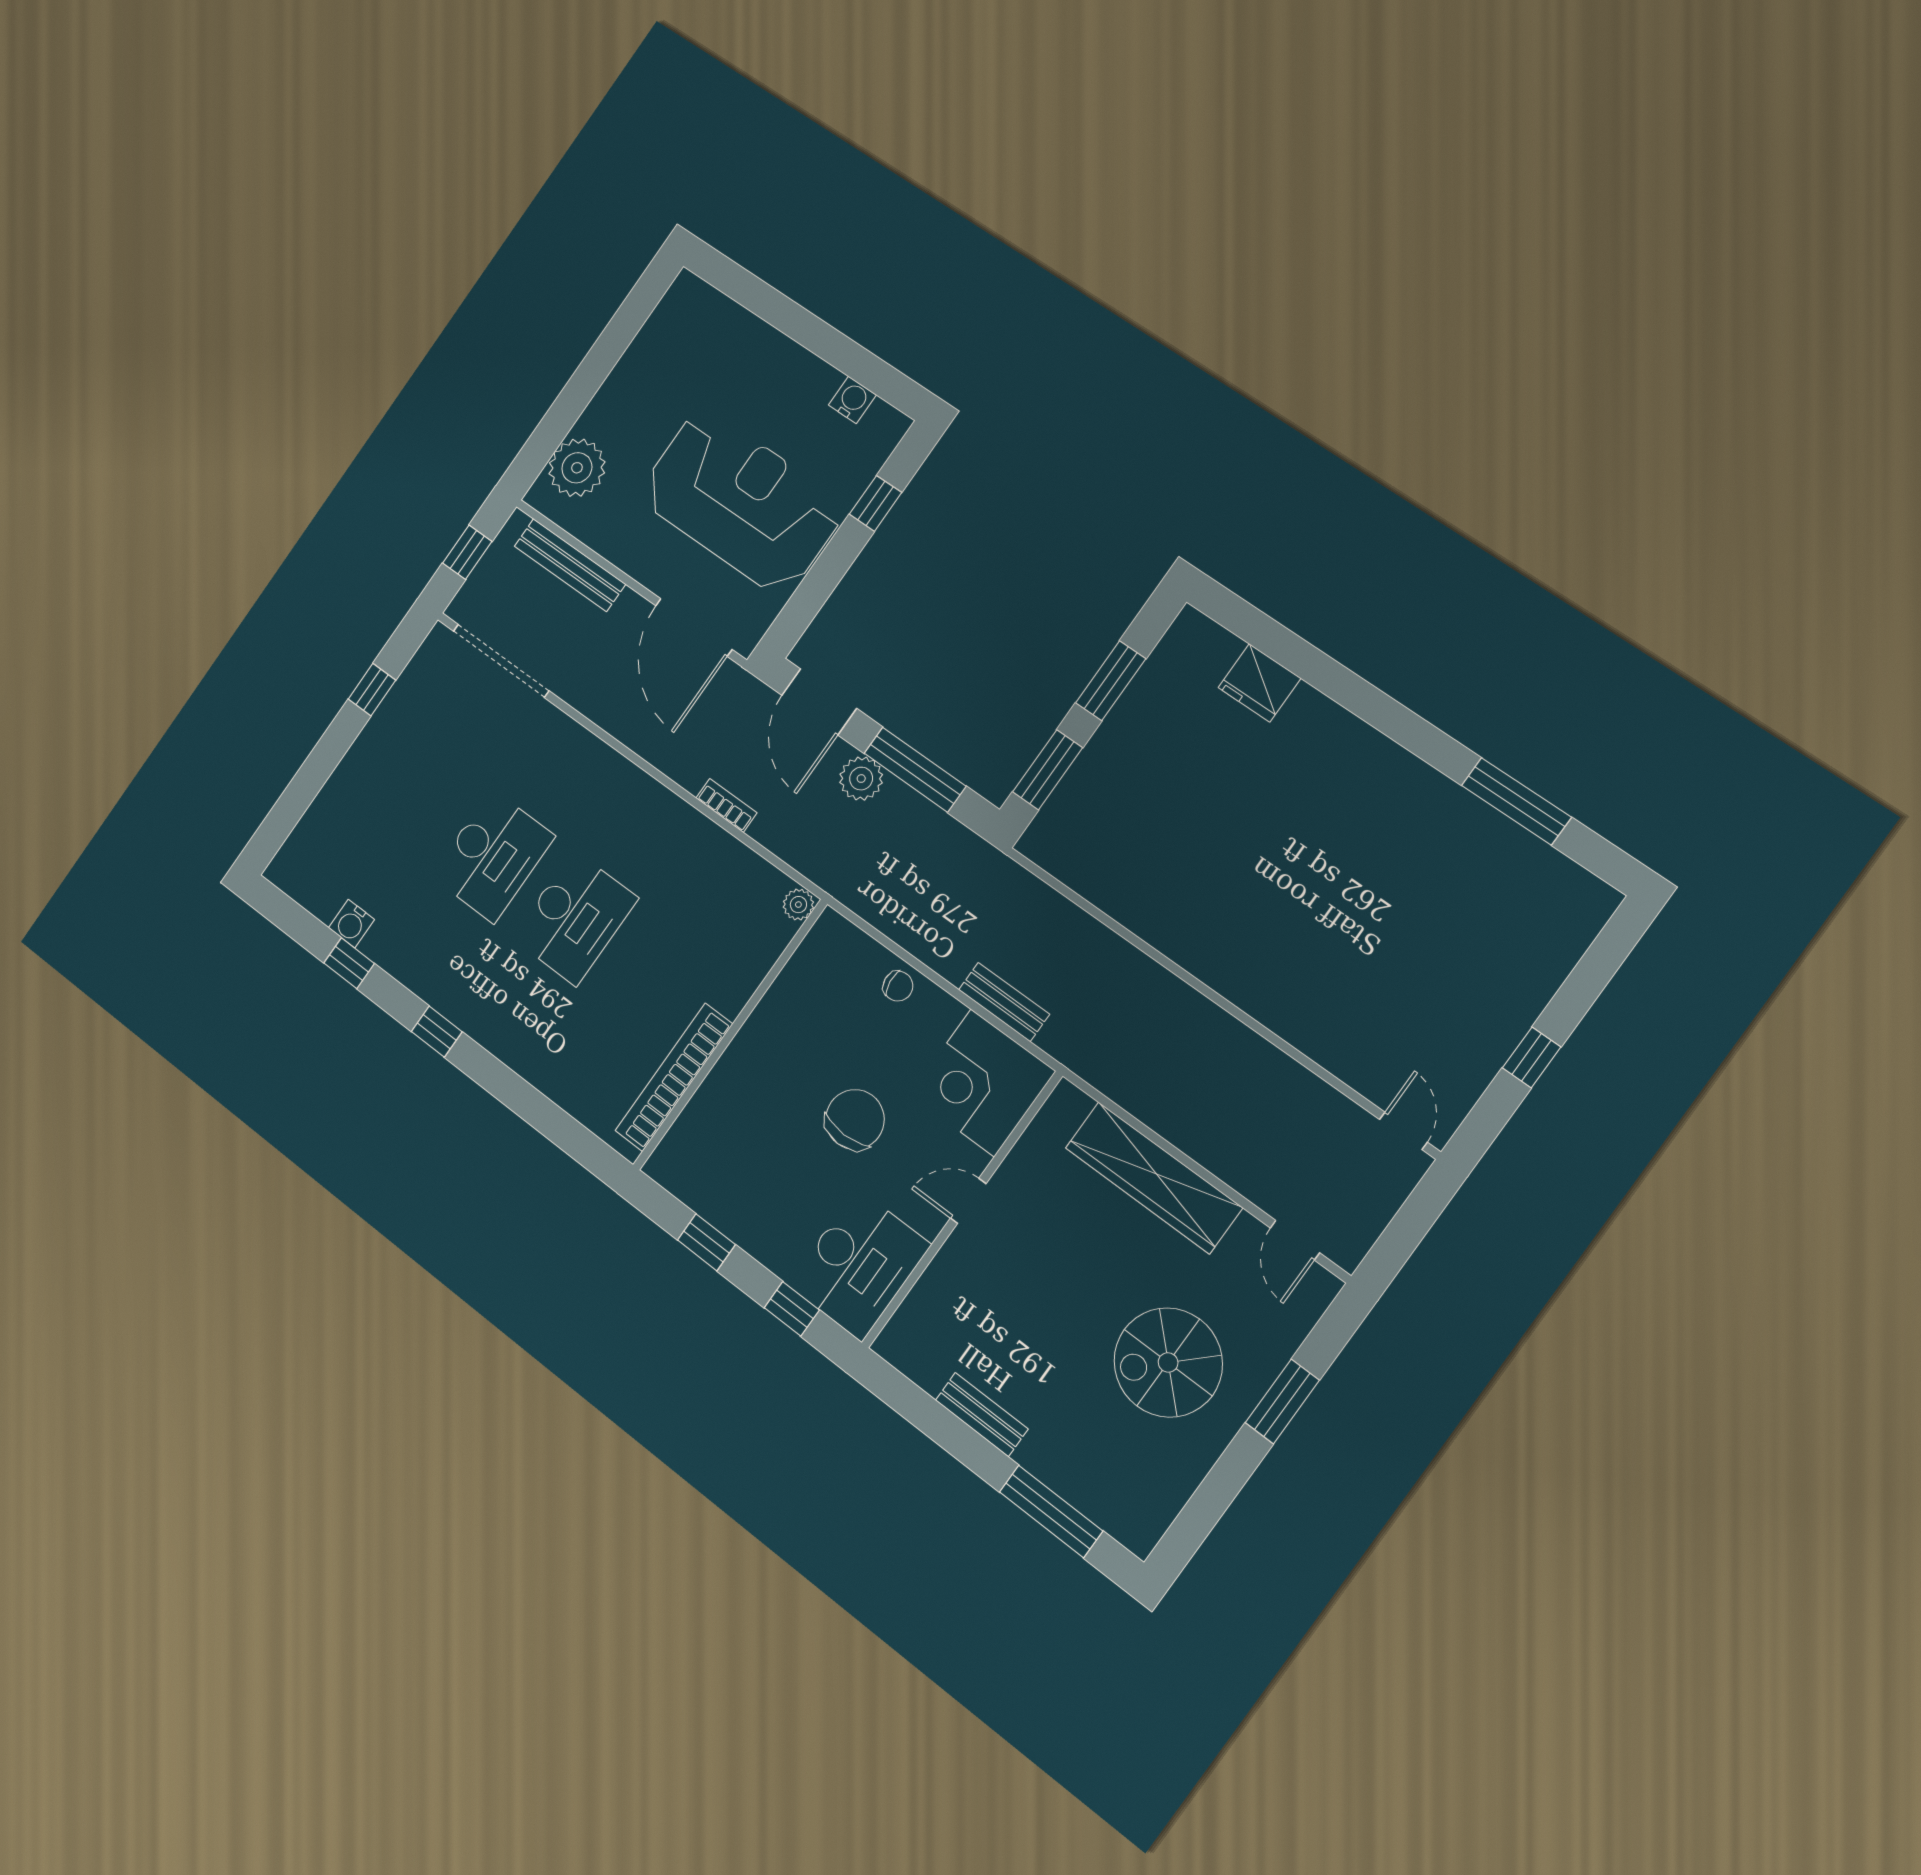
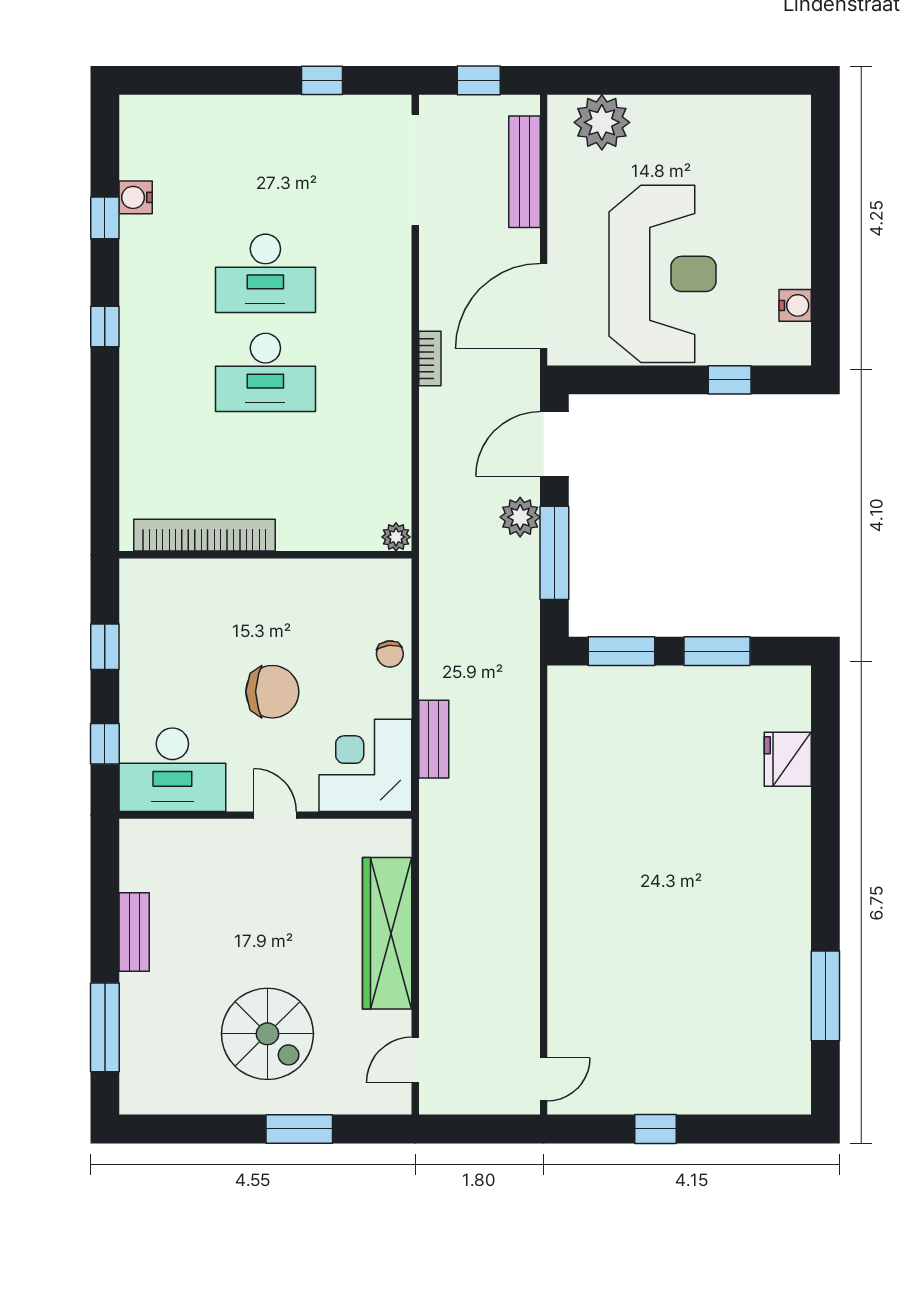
bookcase: (726, 805) -> (430, 358), moved
spiral stairs: (1168, 1362) -> (267, 1034), turned 180

